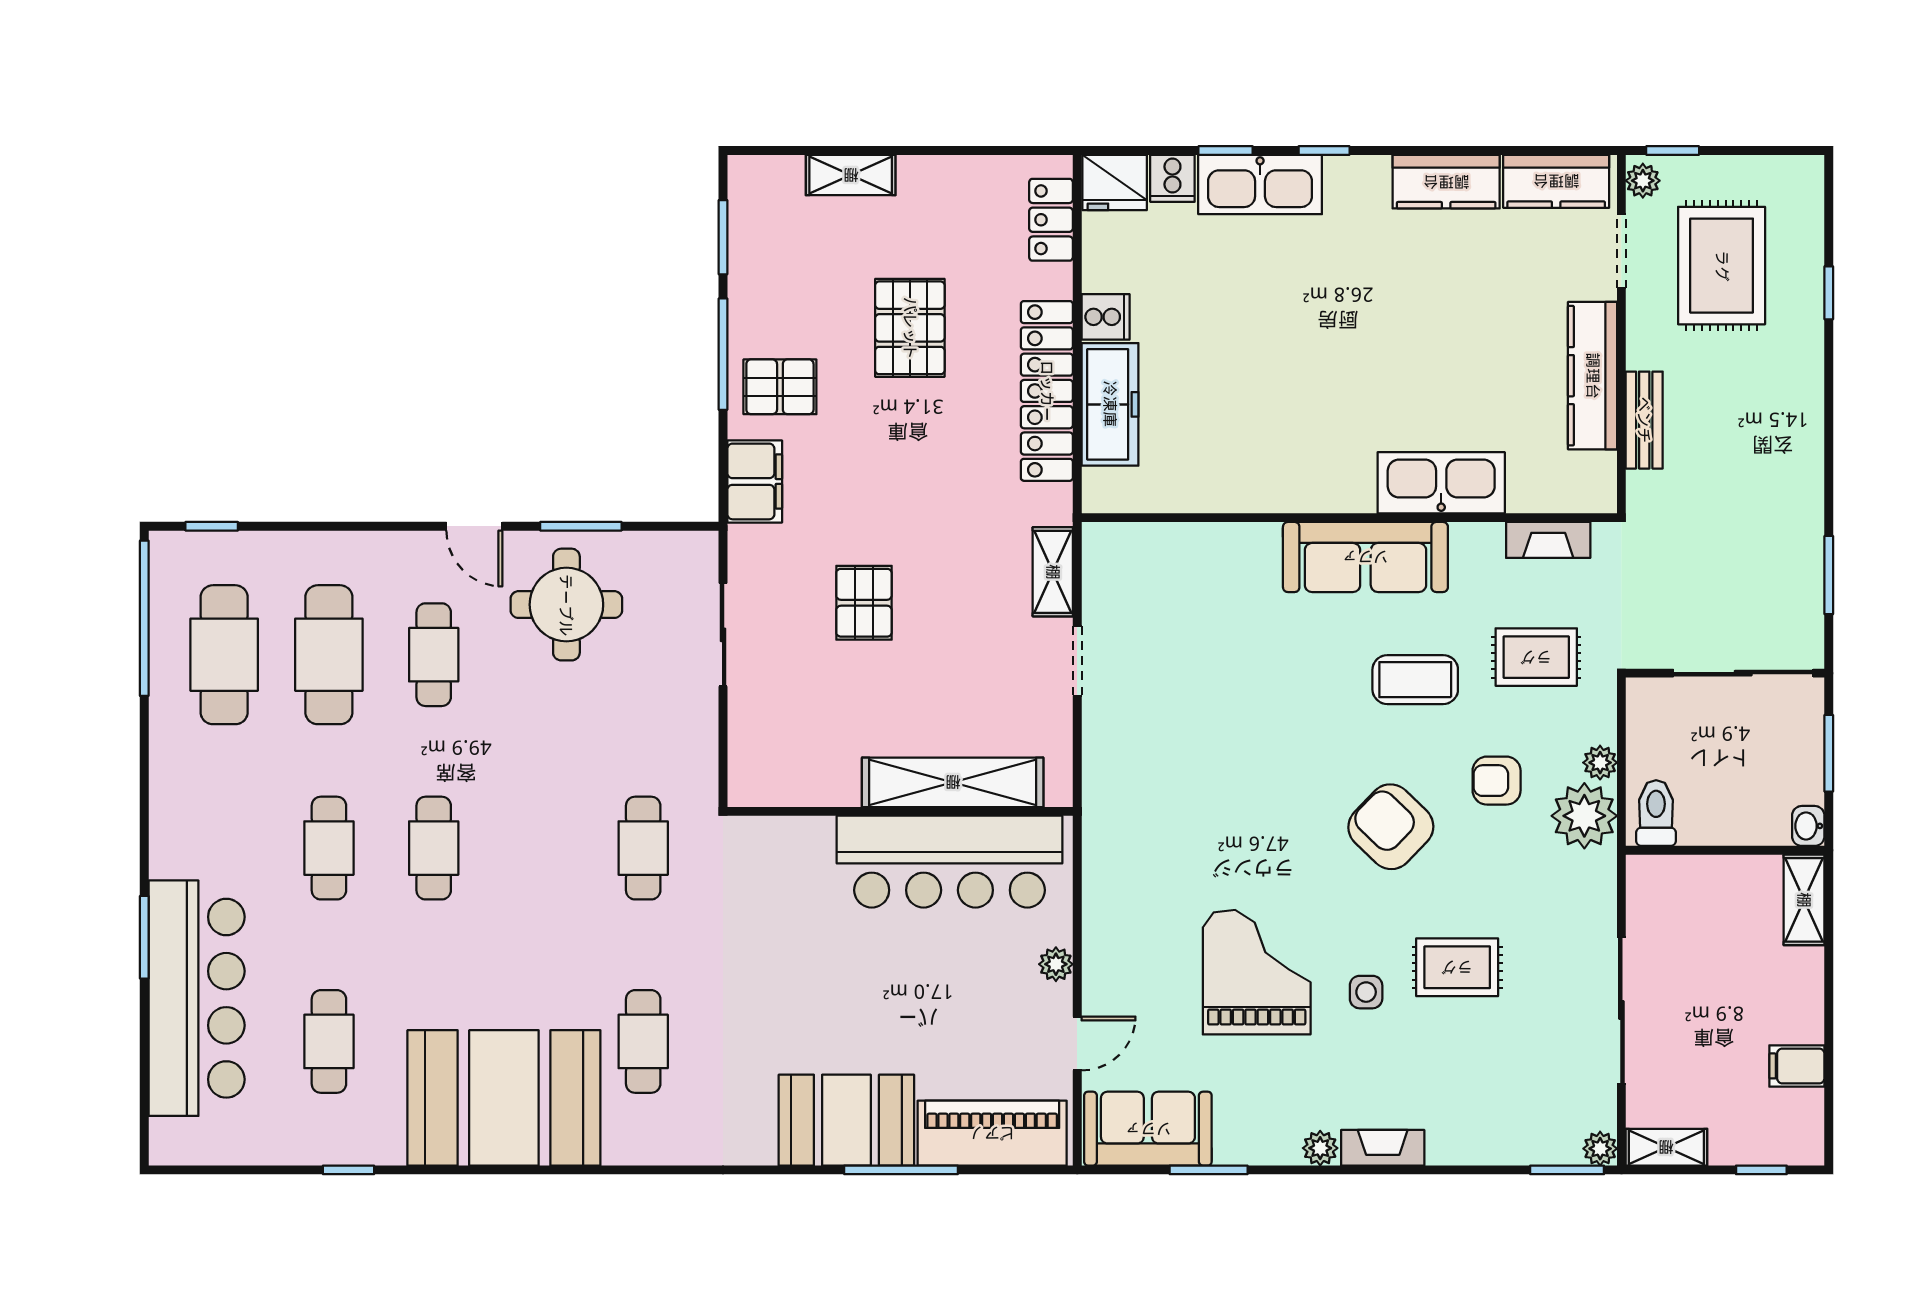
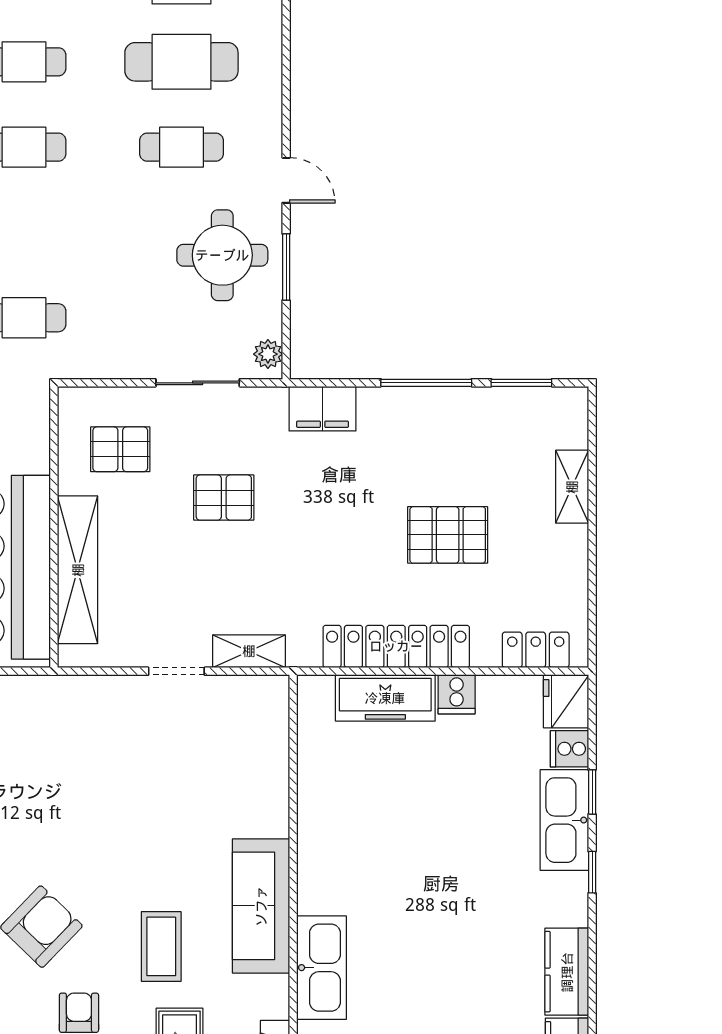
pallet: (780, 387) -> (120, 449), moved, turned 90
door: (474, 526) -> (286, 180), swing flipped
plant: (688, 548) -> (268, 354), added

